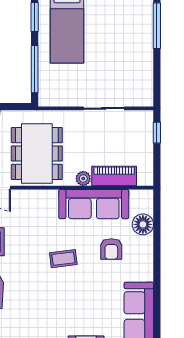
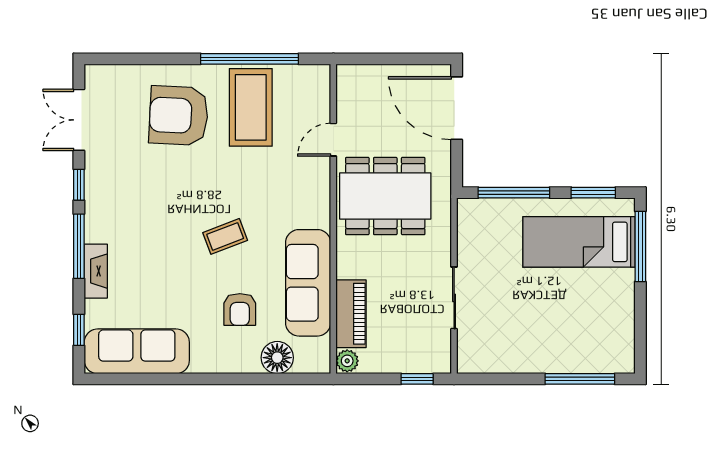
plant: (83, 179) -> (347, 361), moved
armchair: (111, 249) -> (240, 309), turned -90
coffee table: (63, 259) -> (225, 236), turned 76

